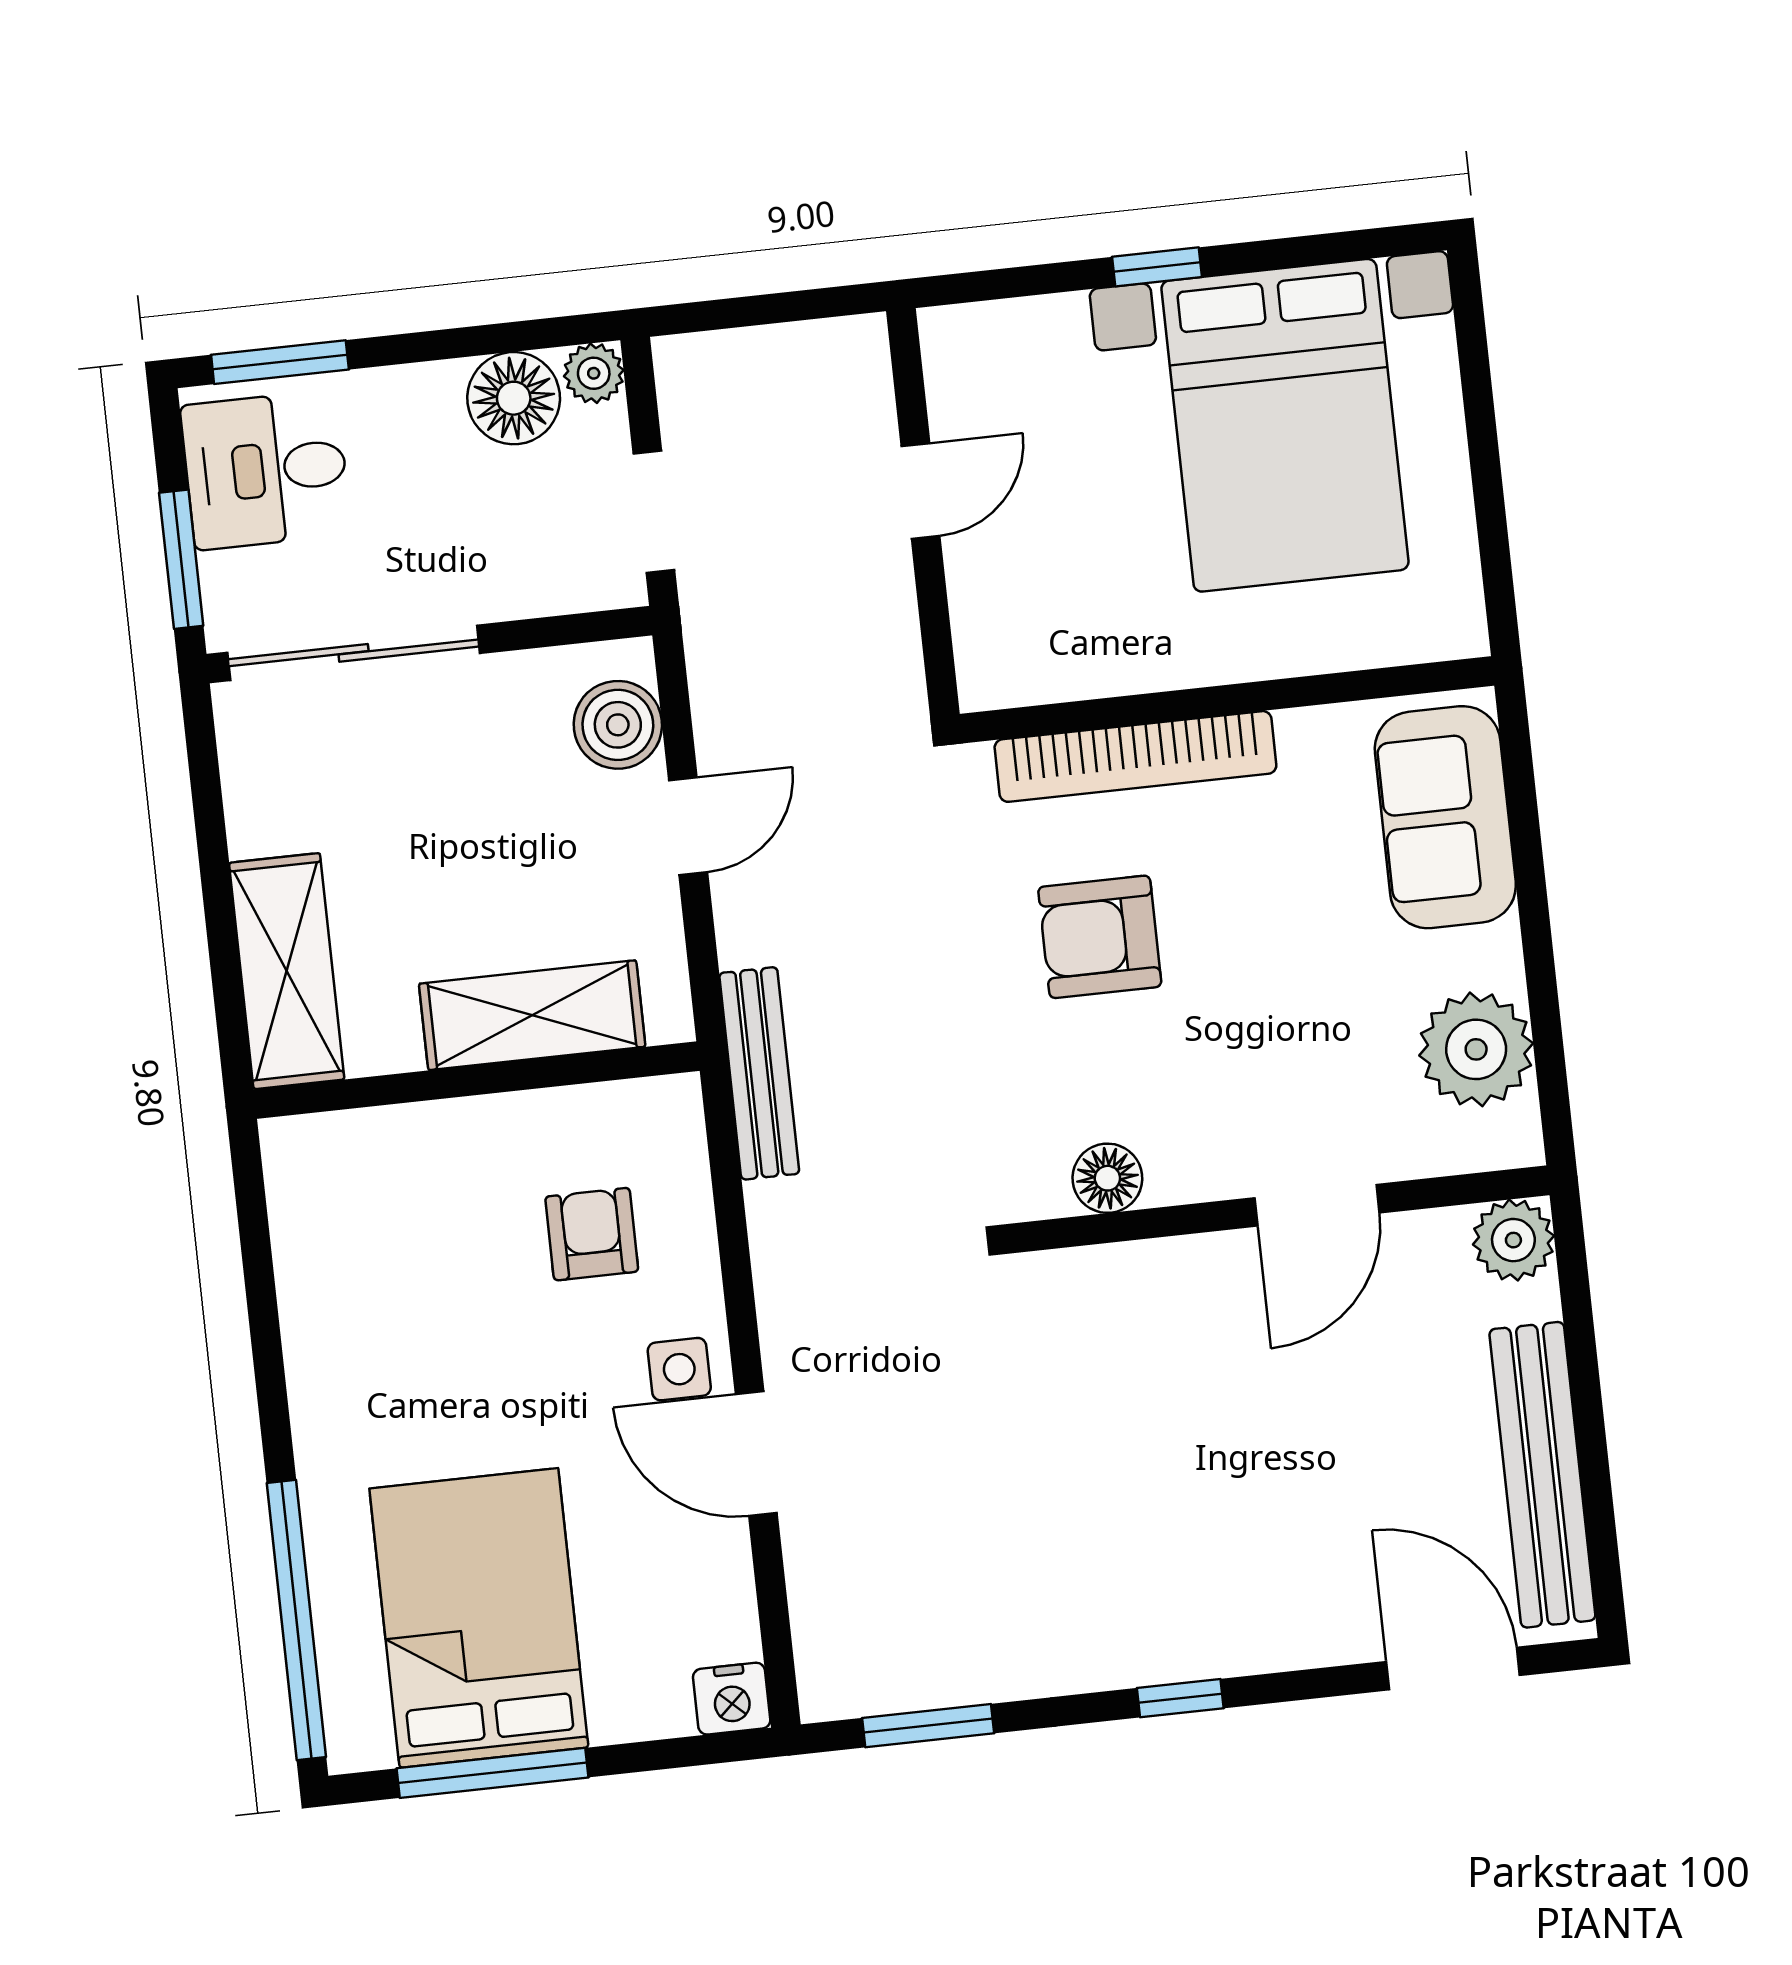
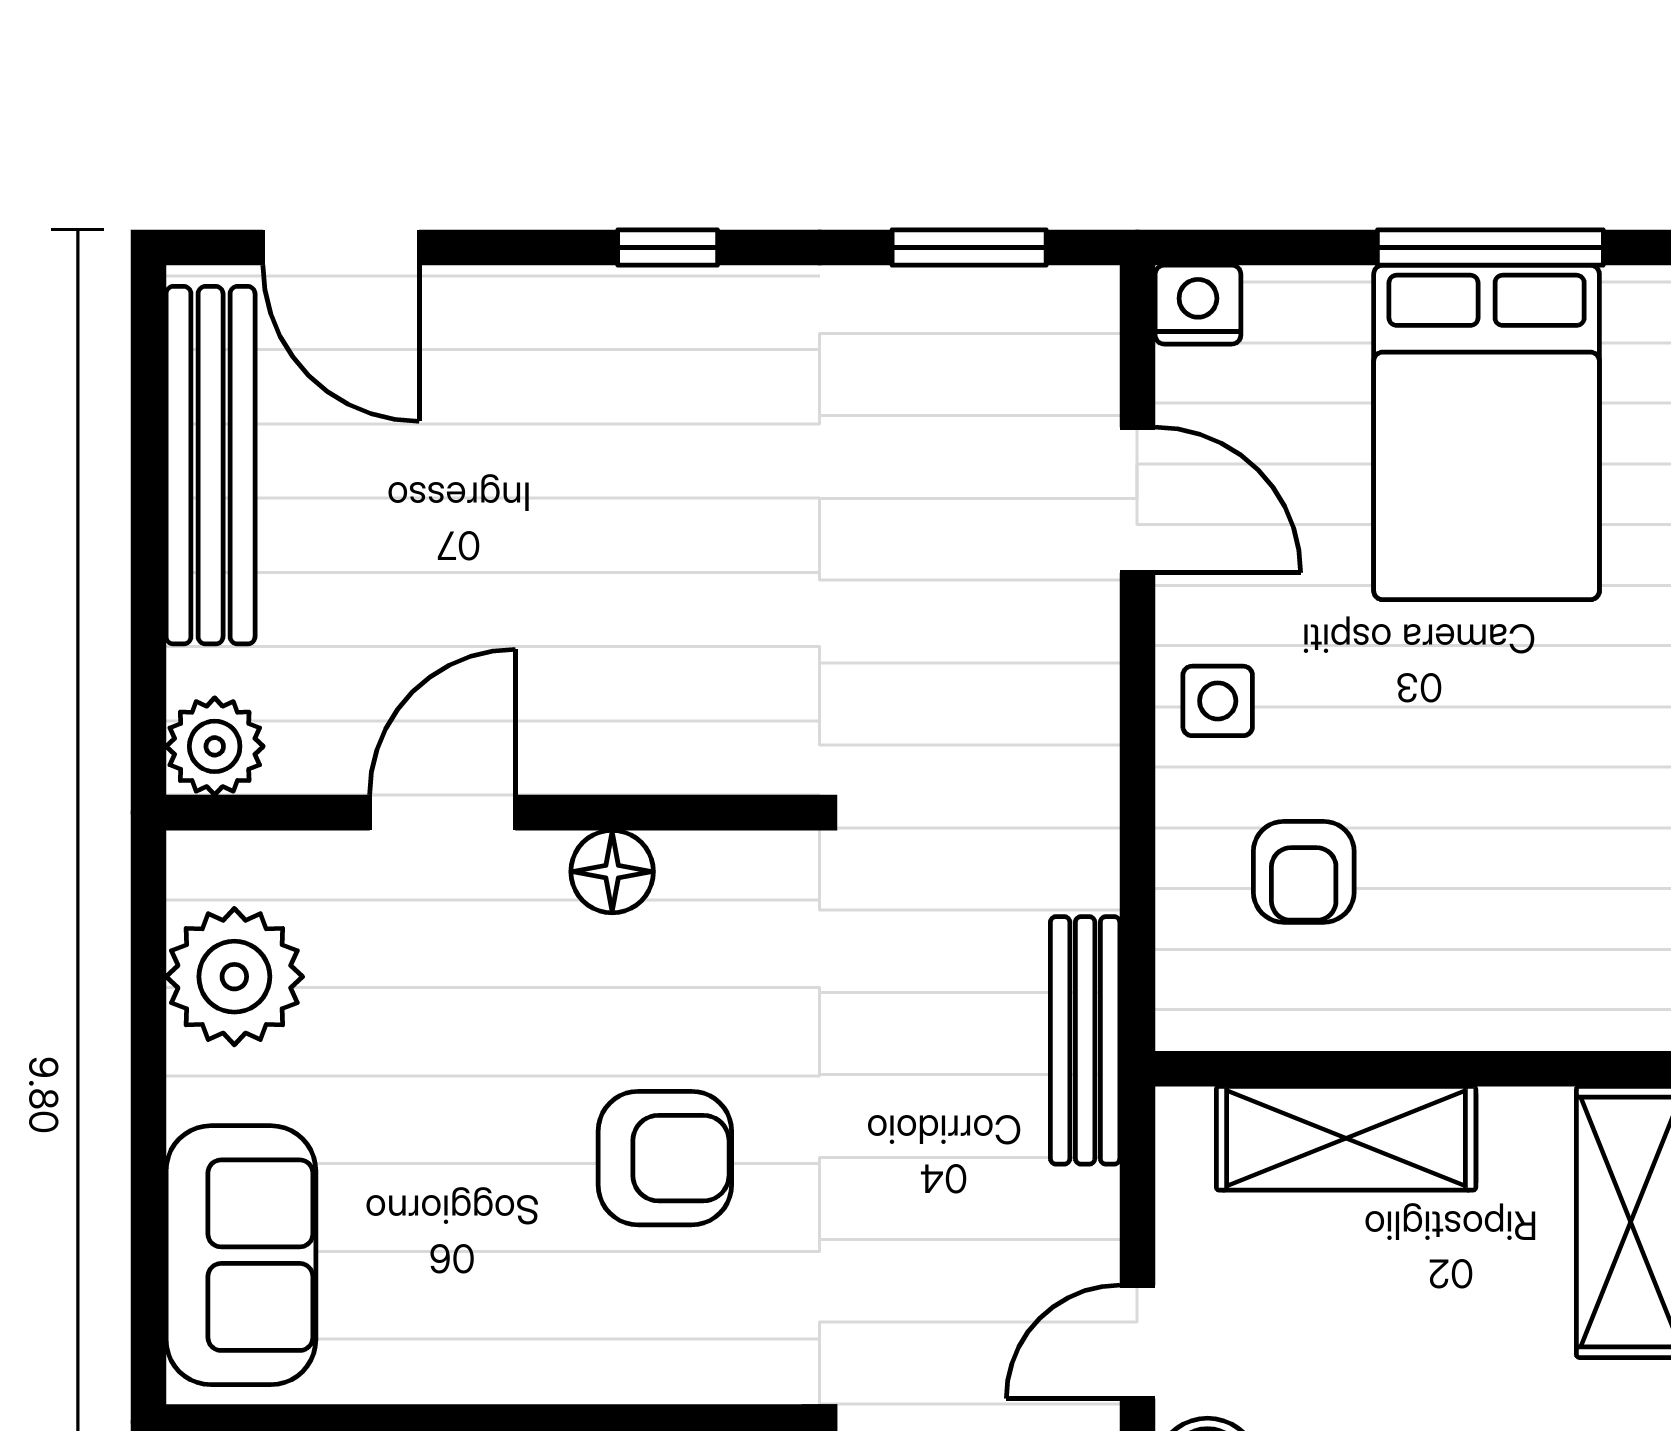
bookcase: (1135, 756) -> (599, 1367), removed
floor lamp: (1107, 1178) -> (612, 872), moved
door: (756, 1454) -> (1137, 500), moved

